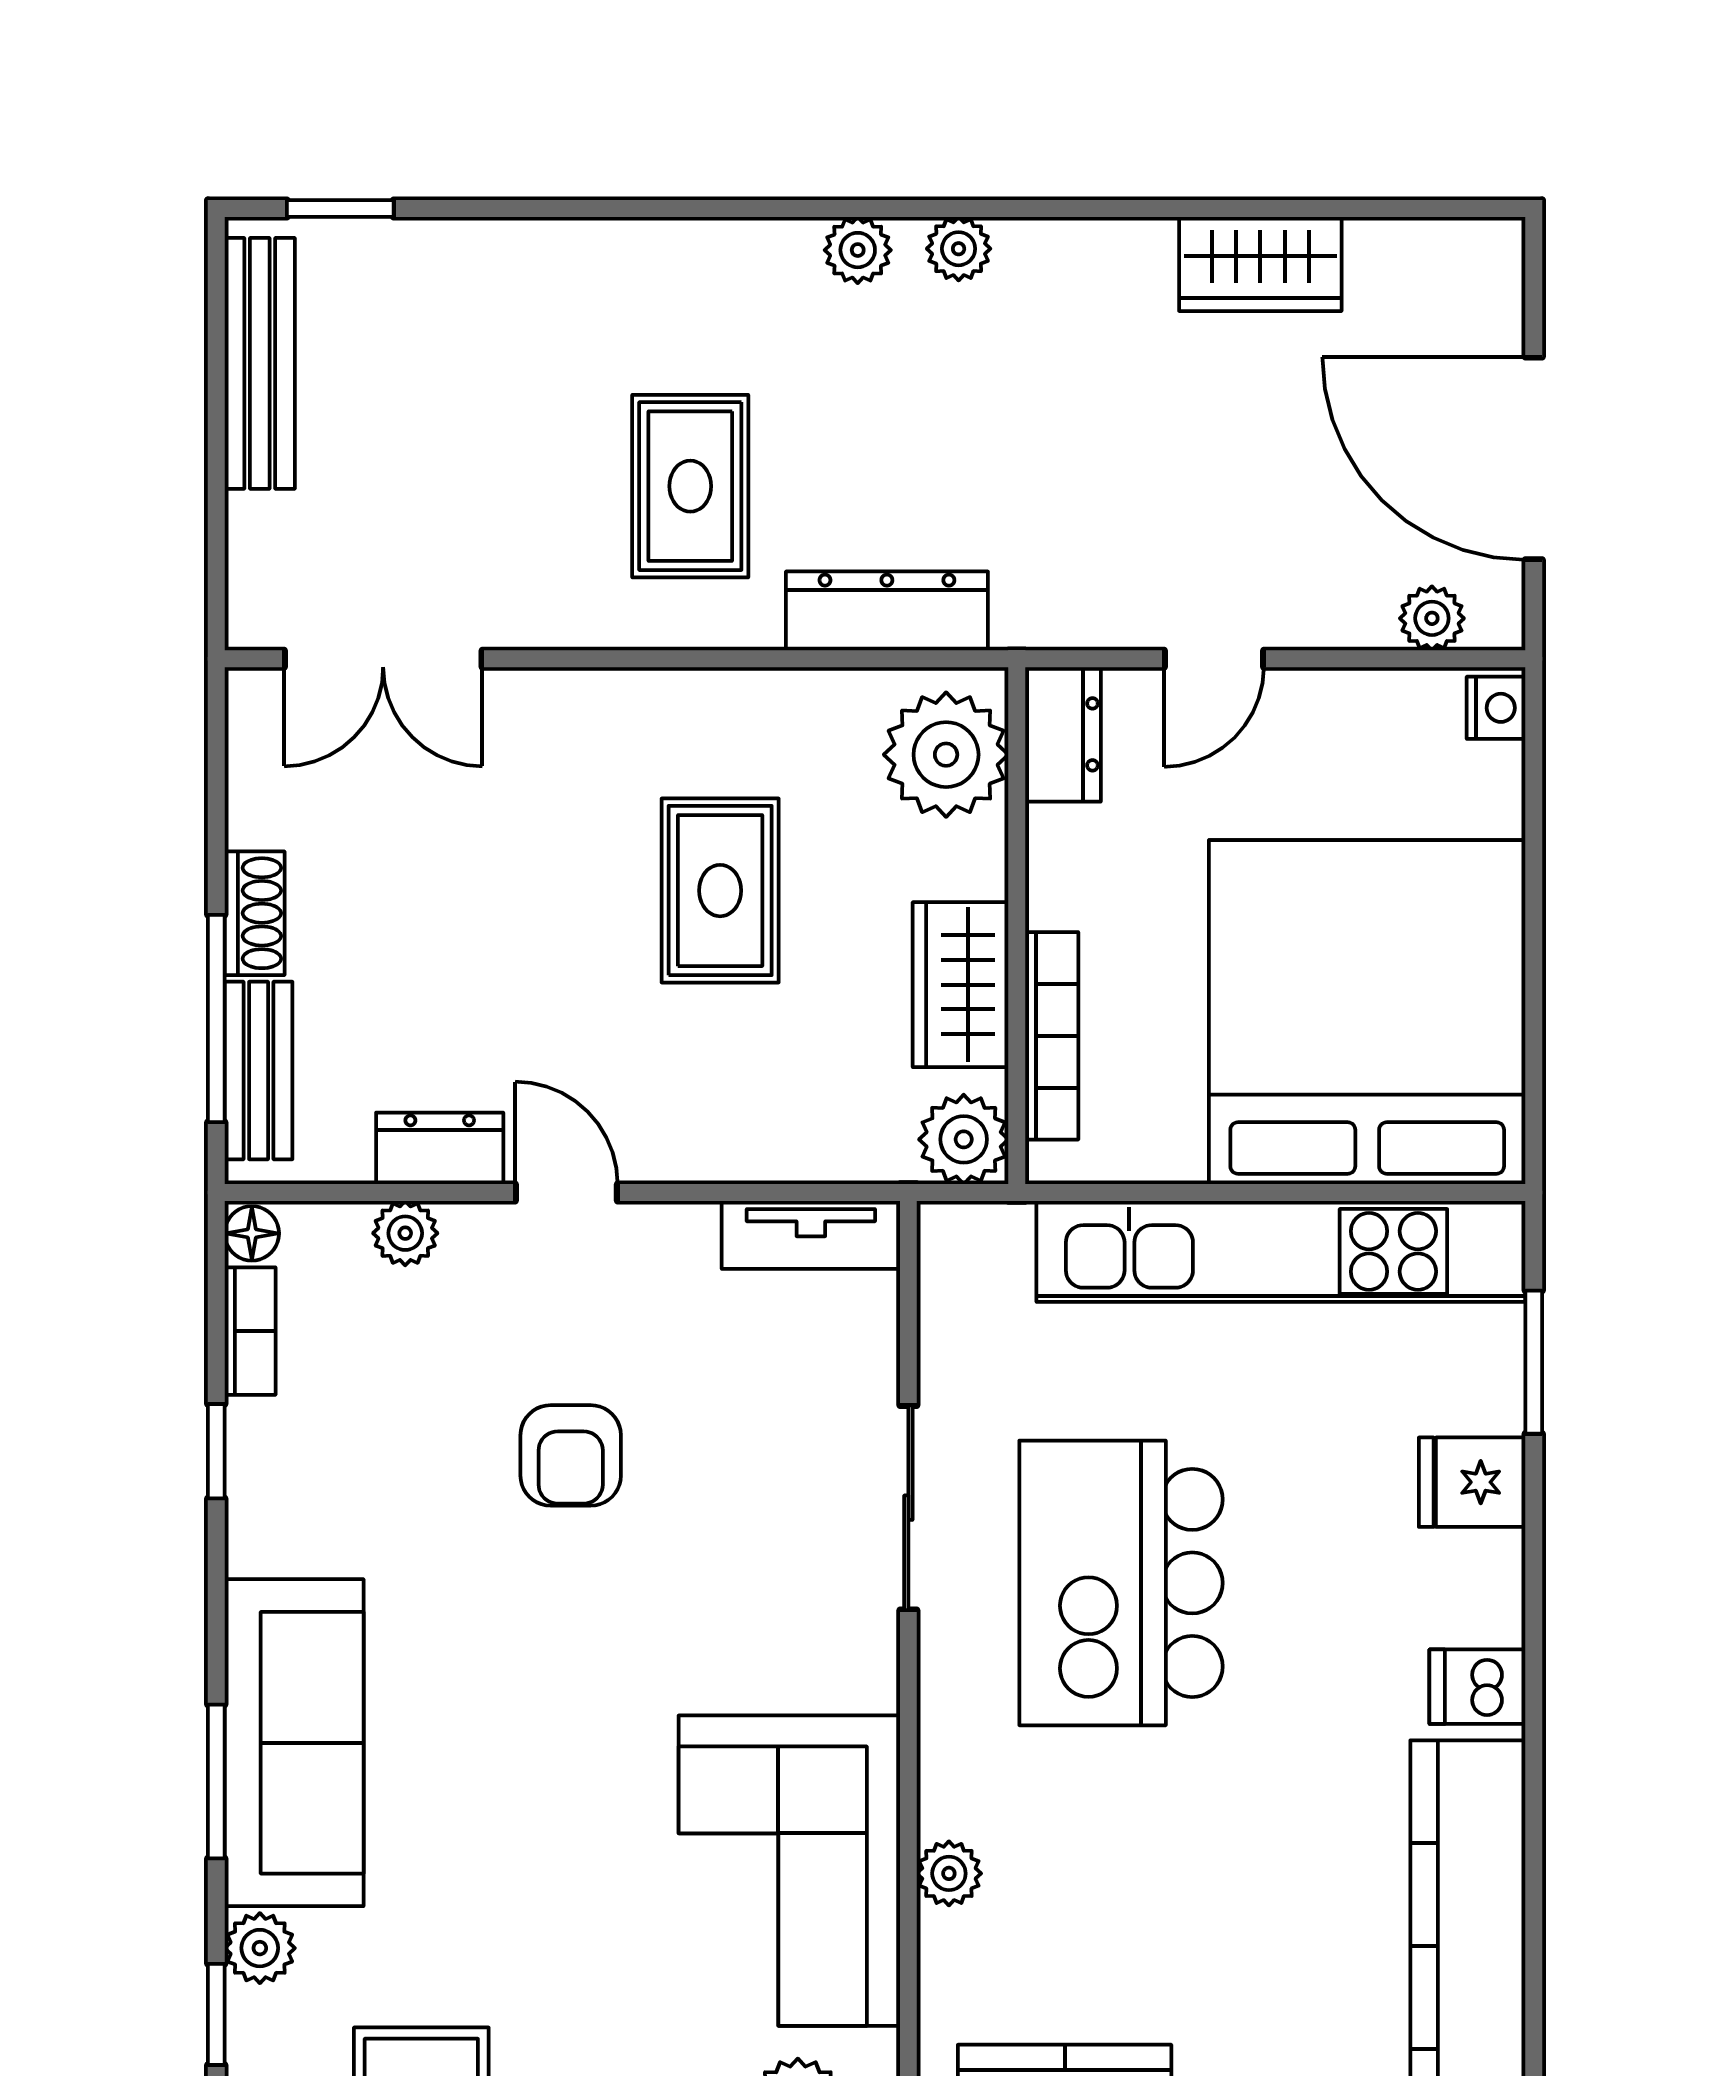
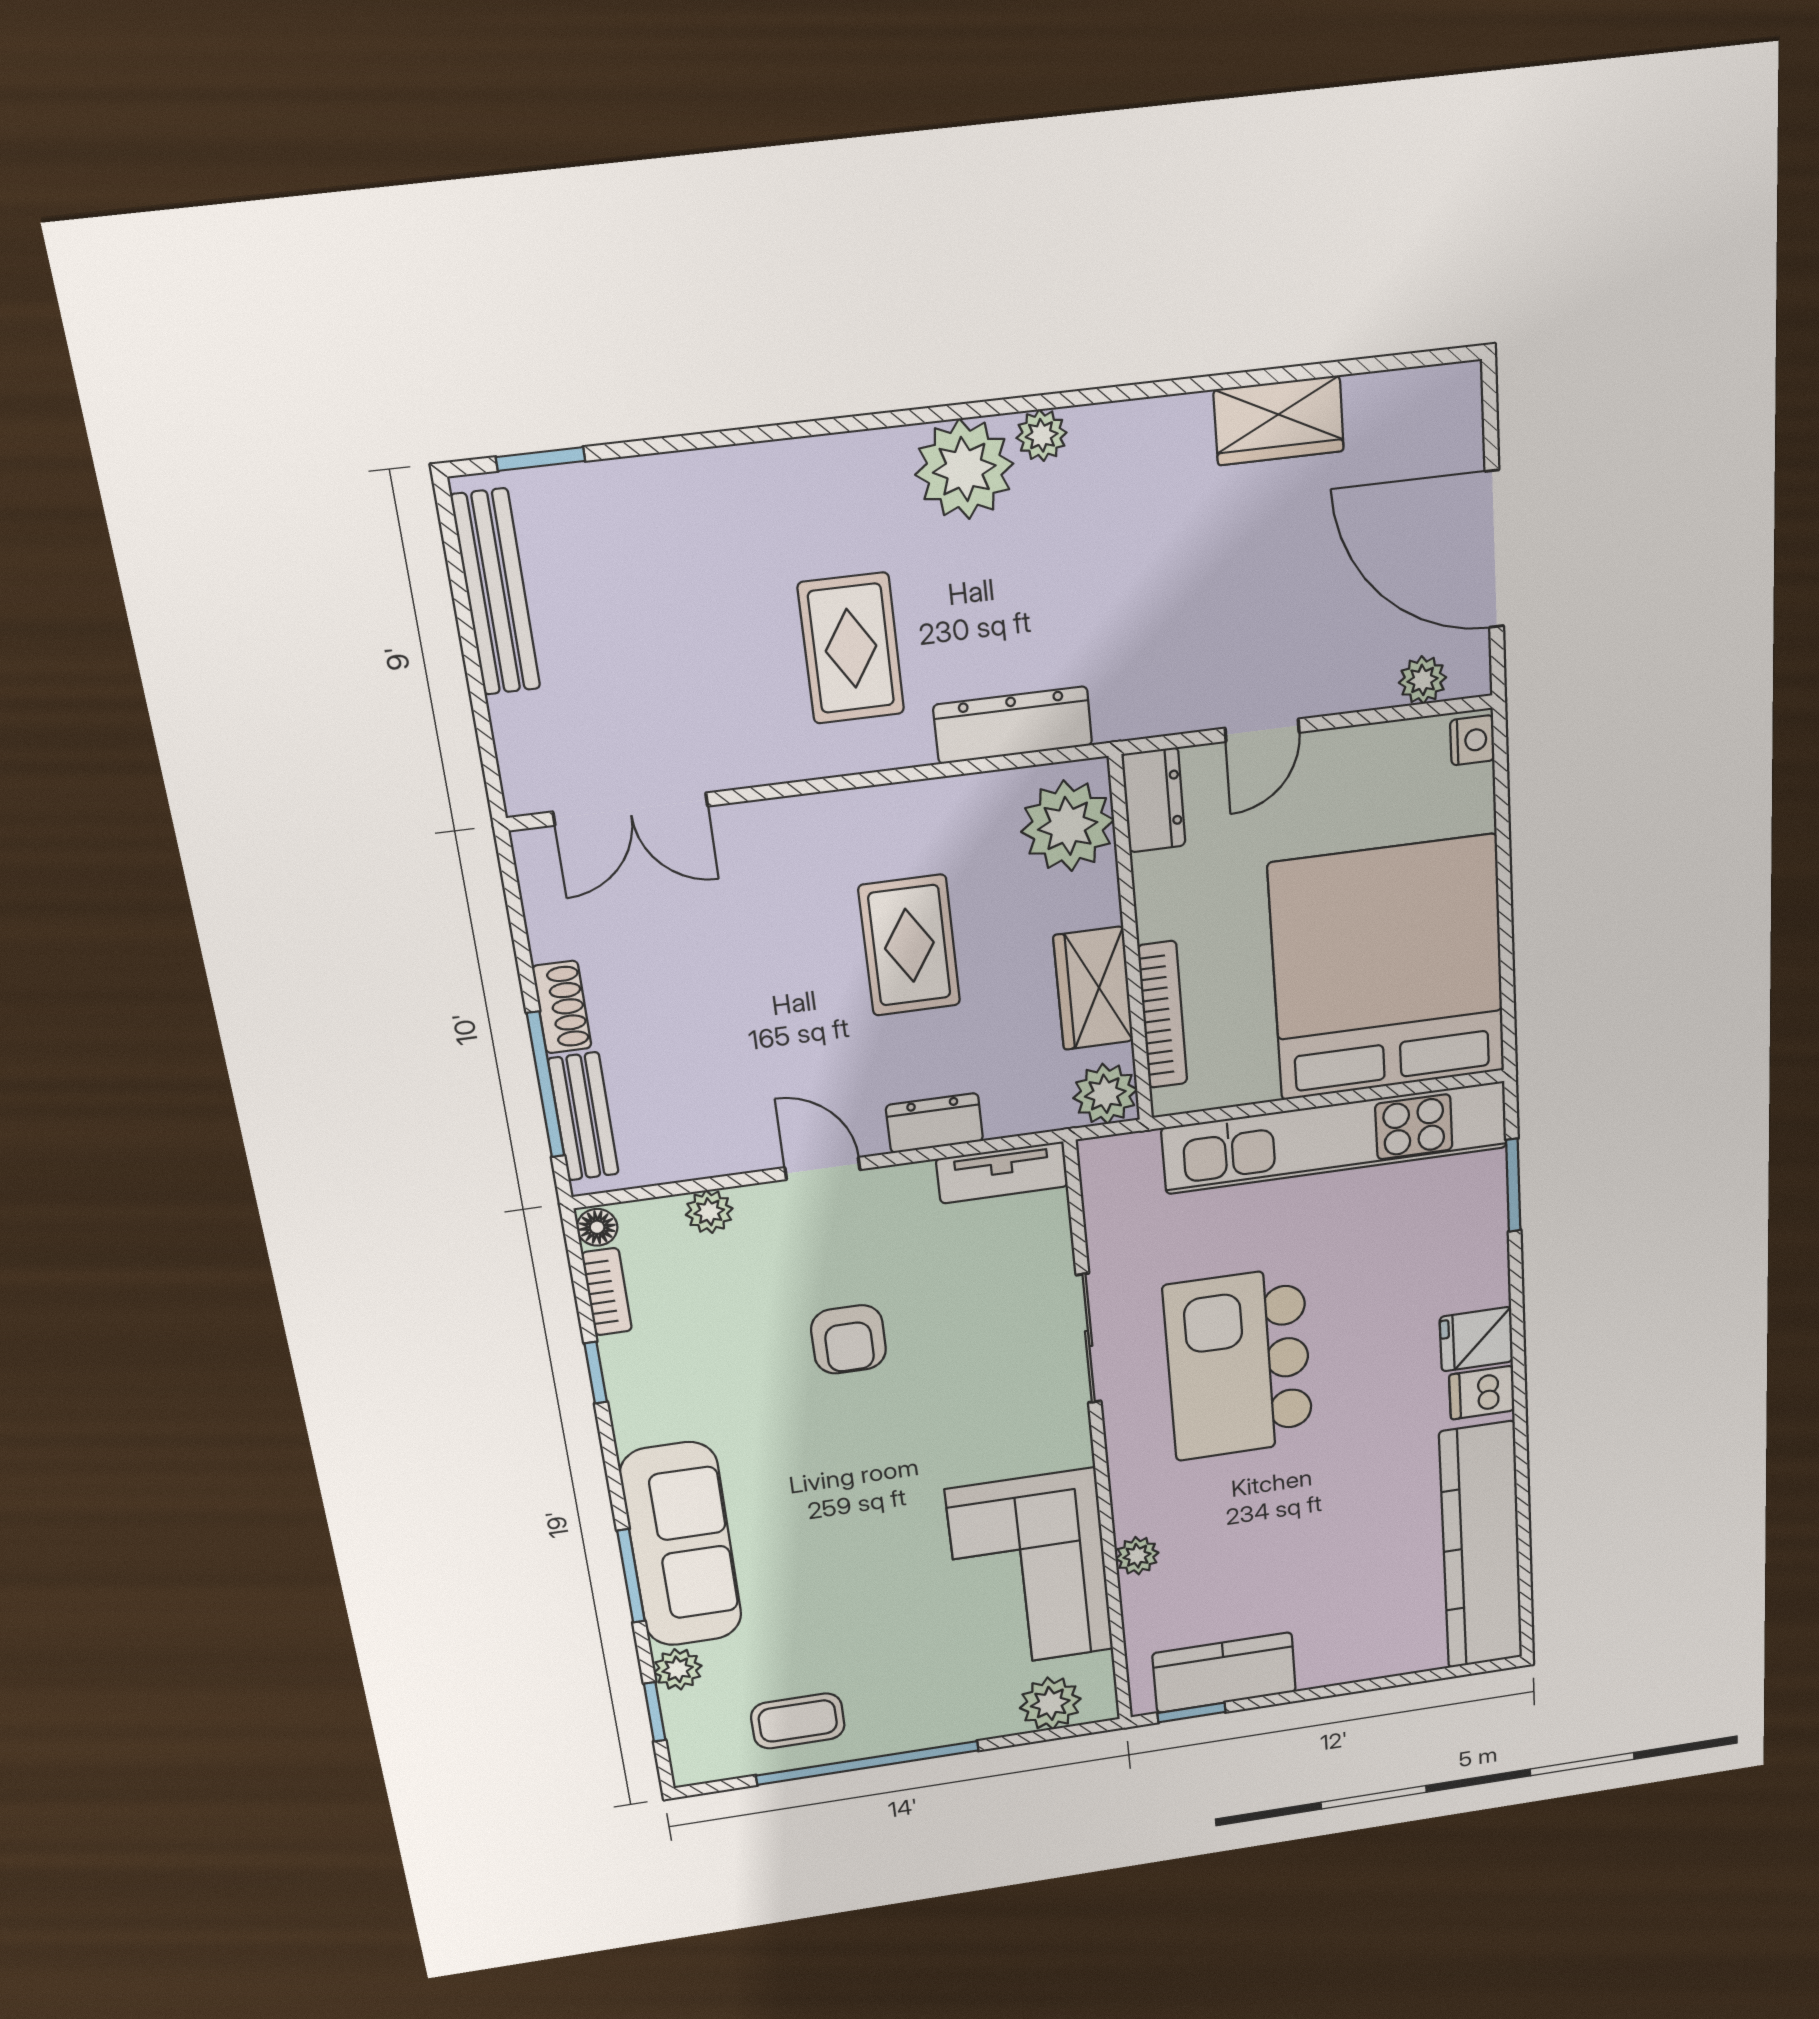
plant: (858, 250) -> (964, 469), width x1.88, depth x1.88
dresser: (440, 1148) -> (934, 1123), moved
fridge: (1472, 1482) -> (1476, 1339), moved

